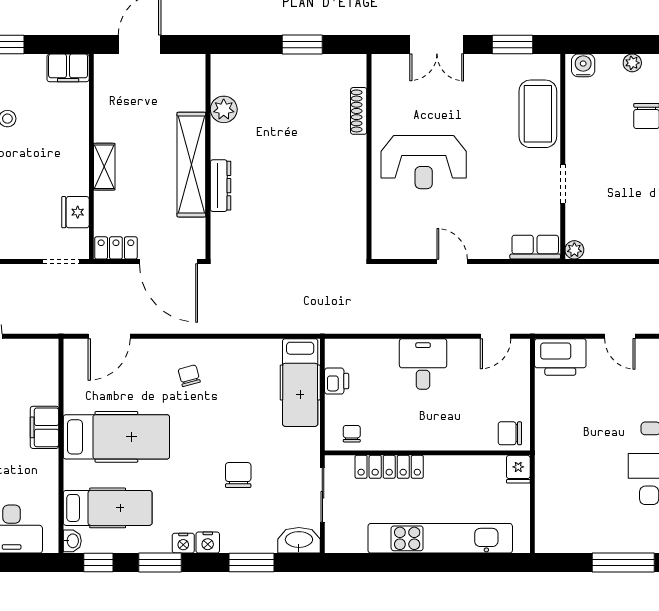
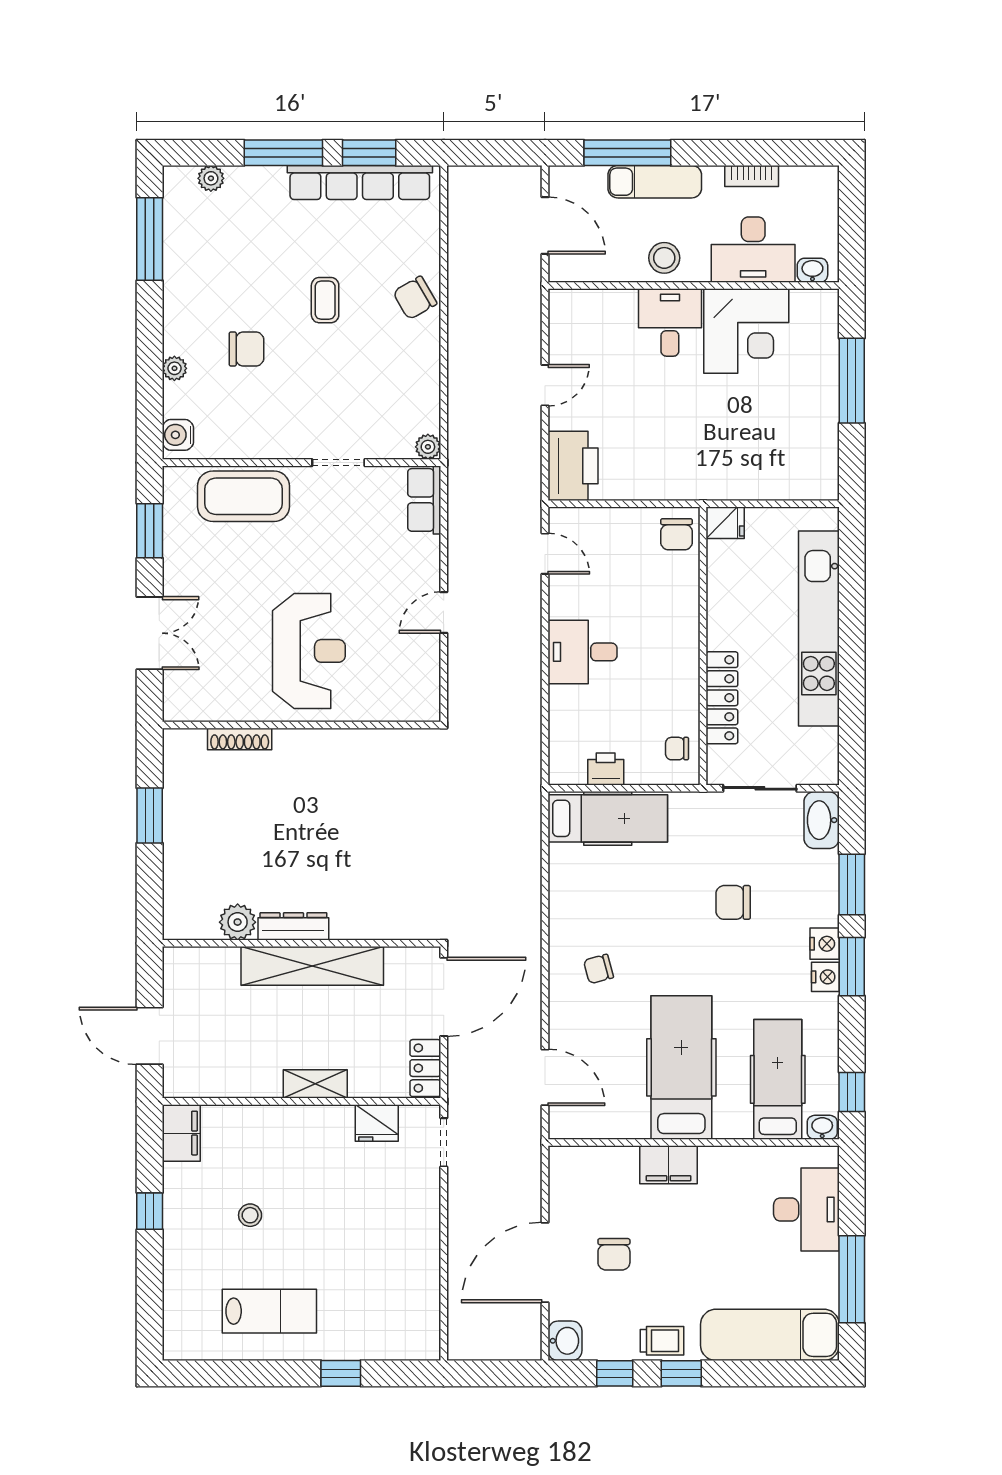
dresser: (221, 186) -> (293, 926), moved
window: (160, 563) -> (852, 967), moved

